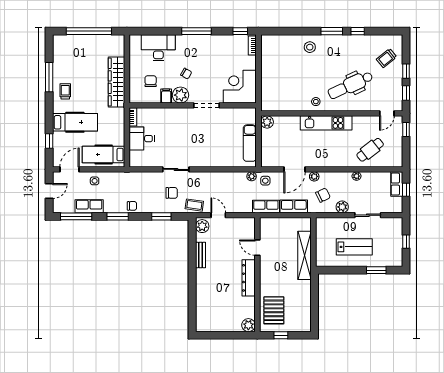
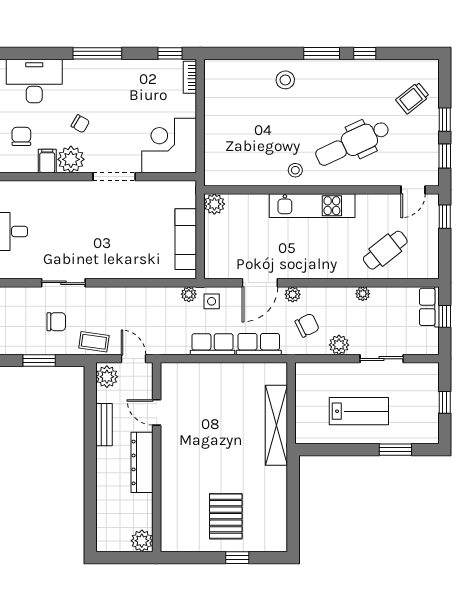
door: (257, 248) -> (157, 412), moved
wall: (257, 275) -> (157, 457), moved
dresser: (249, 278) -> (142, 462), moved
plant: (248, 325) -> (142, 541), moved

